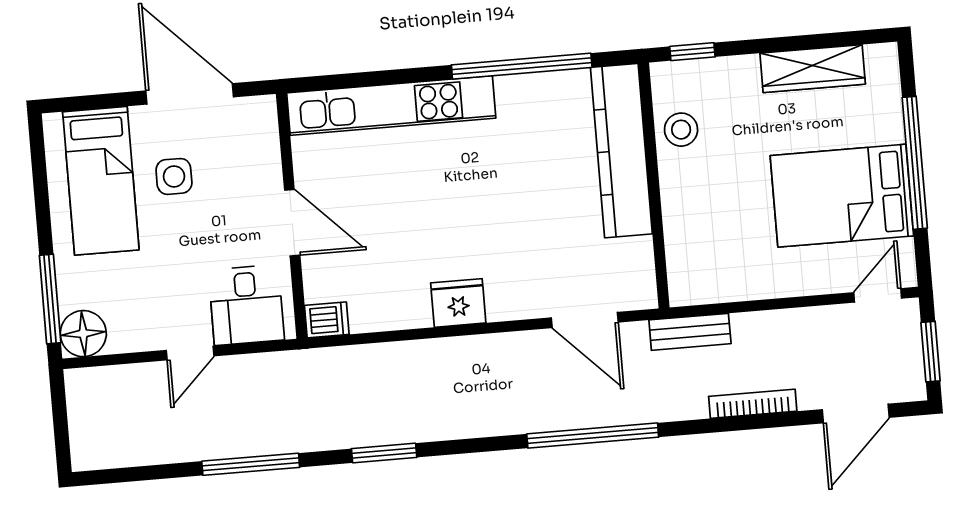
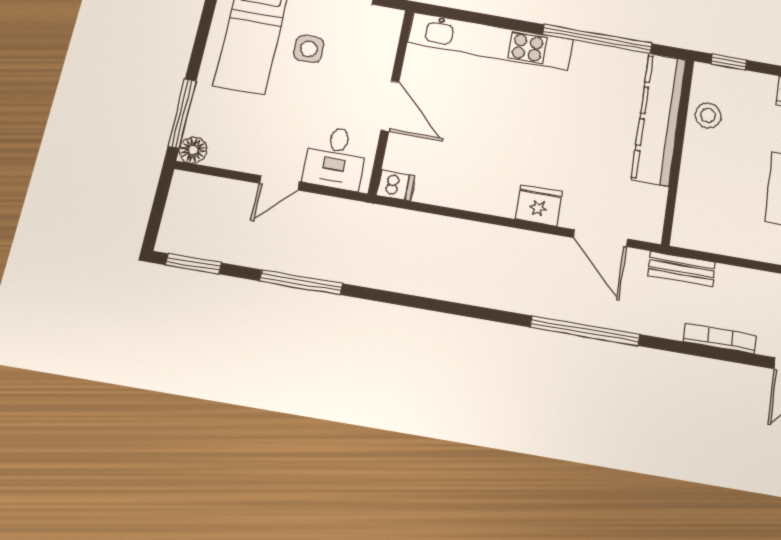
fridge: (458, 303) -> (539, 205), moved
floor lamp: (83, 334) -> (193, 150), width x0.73, depth x0.73
window: (384, 453) -> (193, 264), moved

